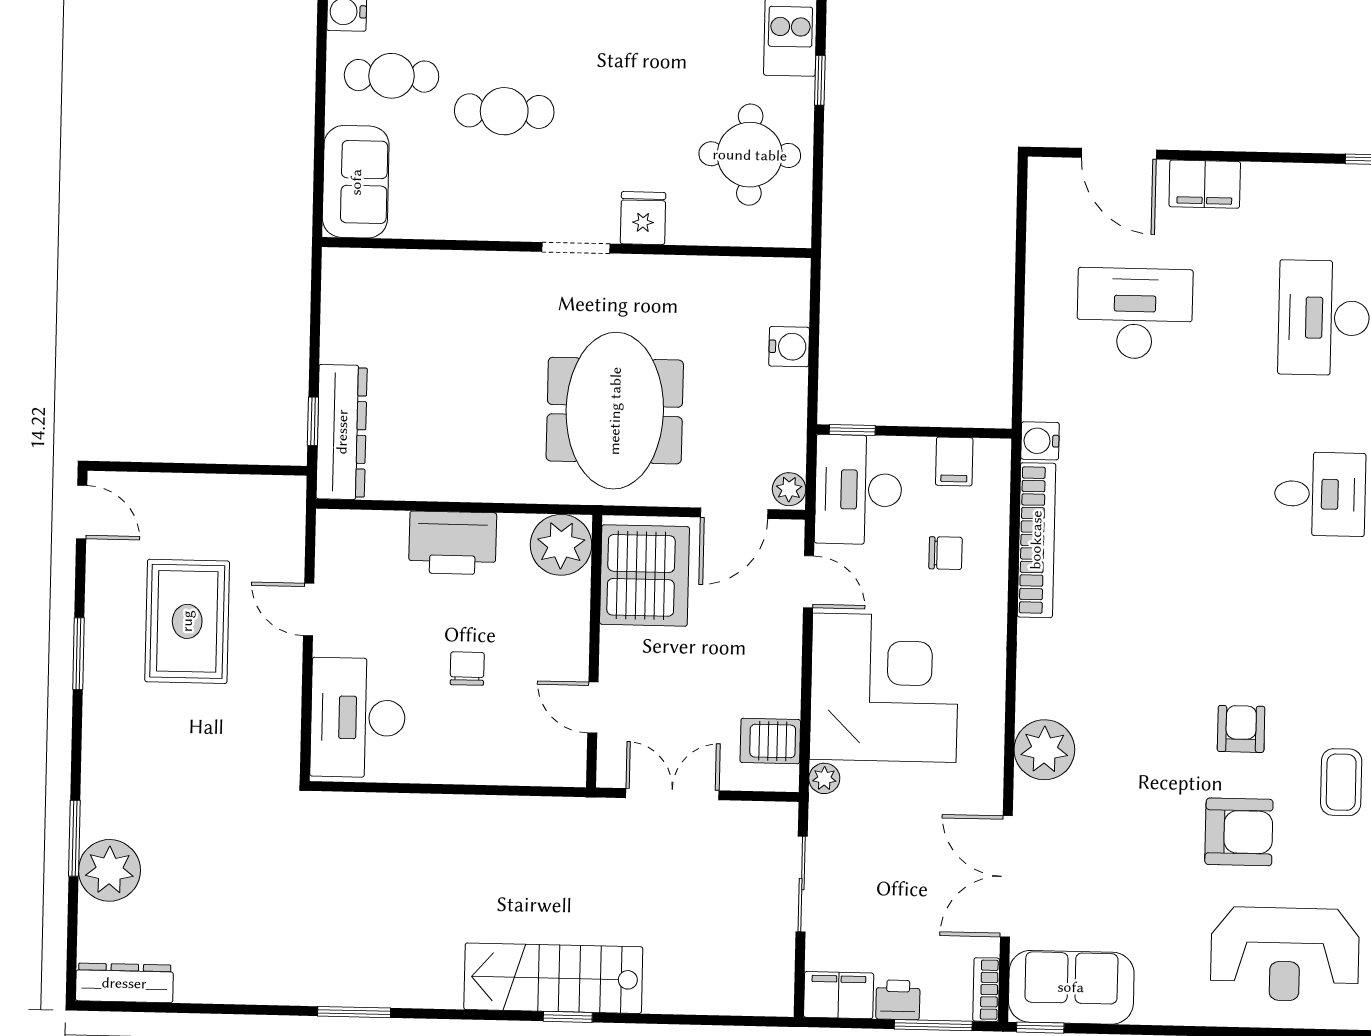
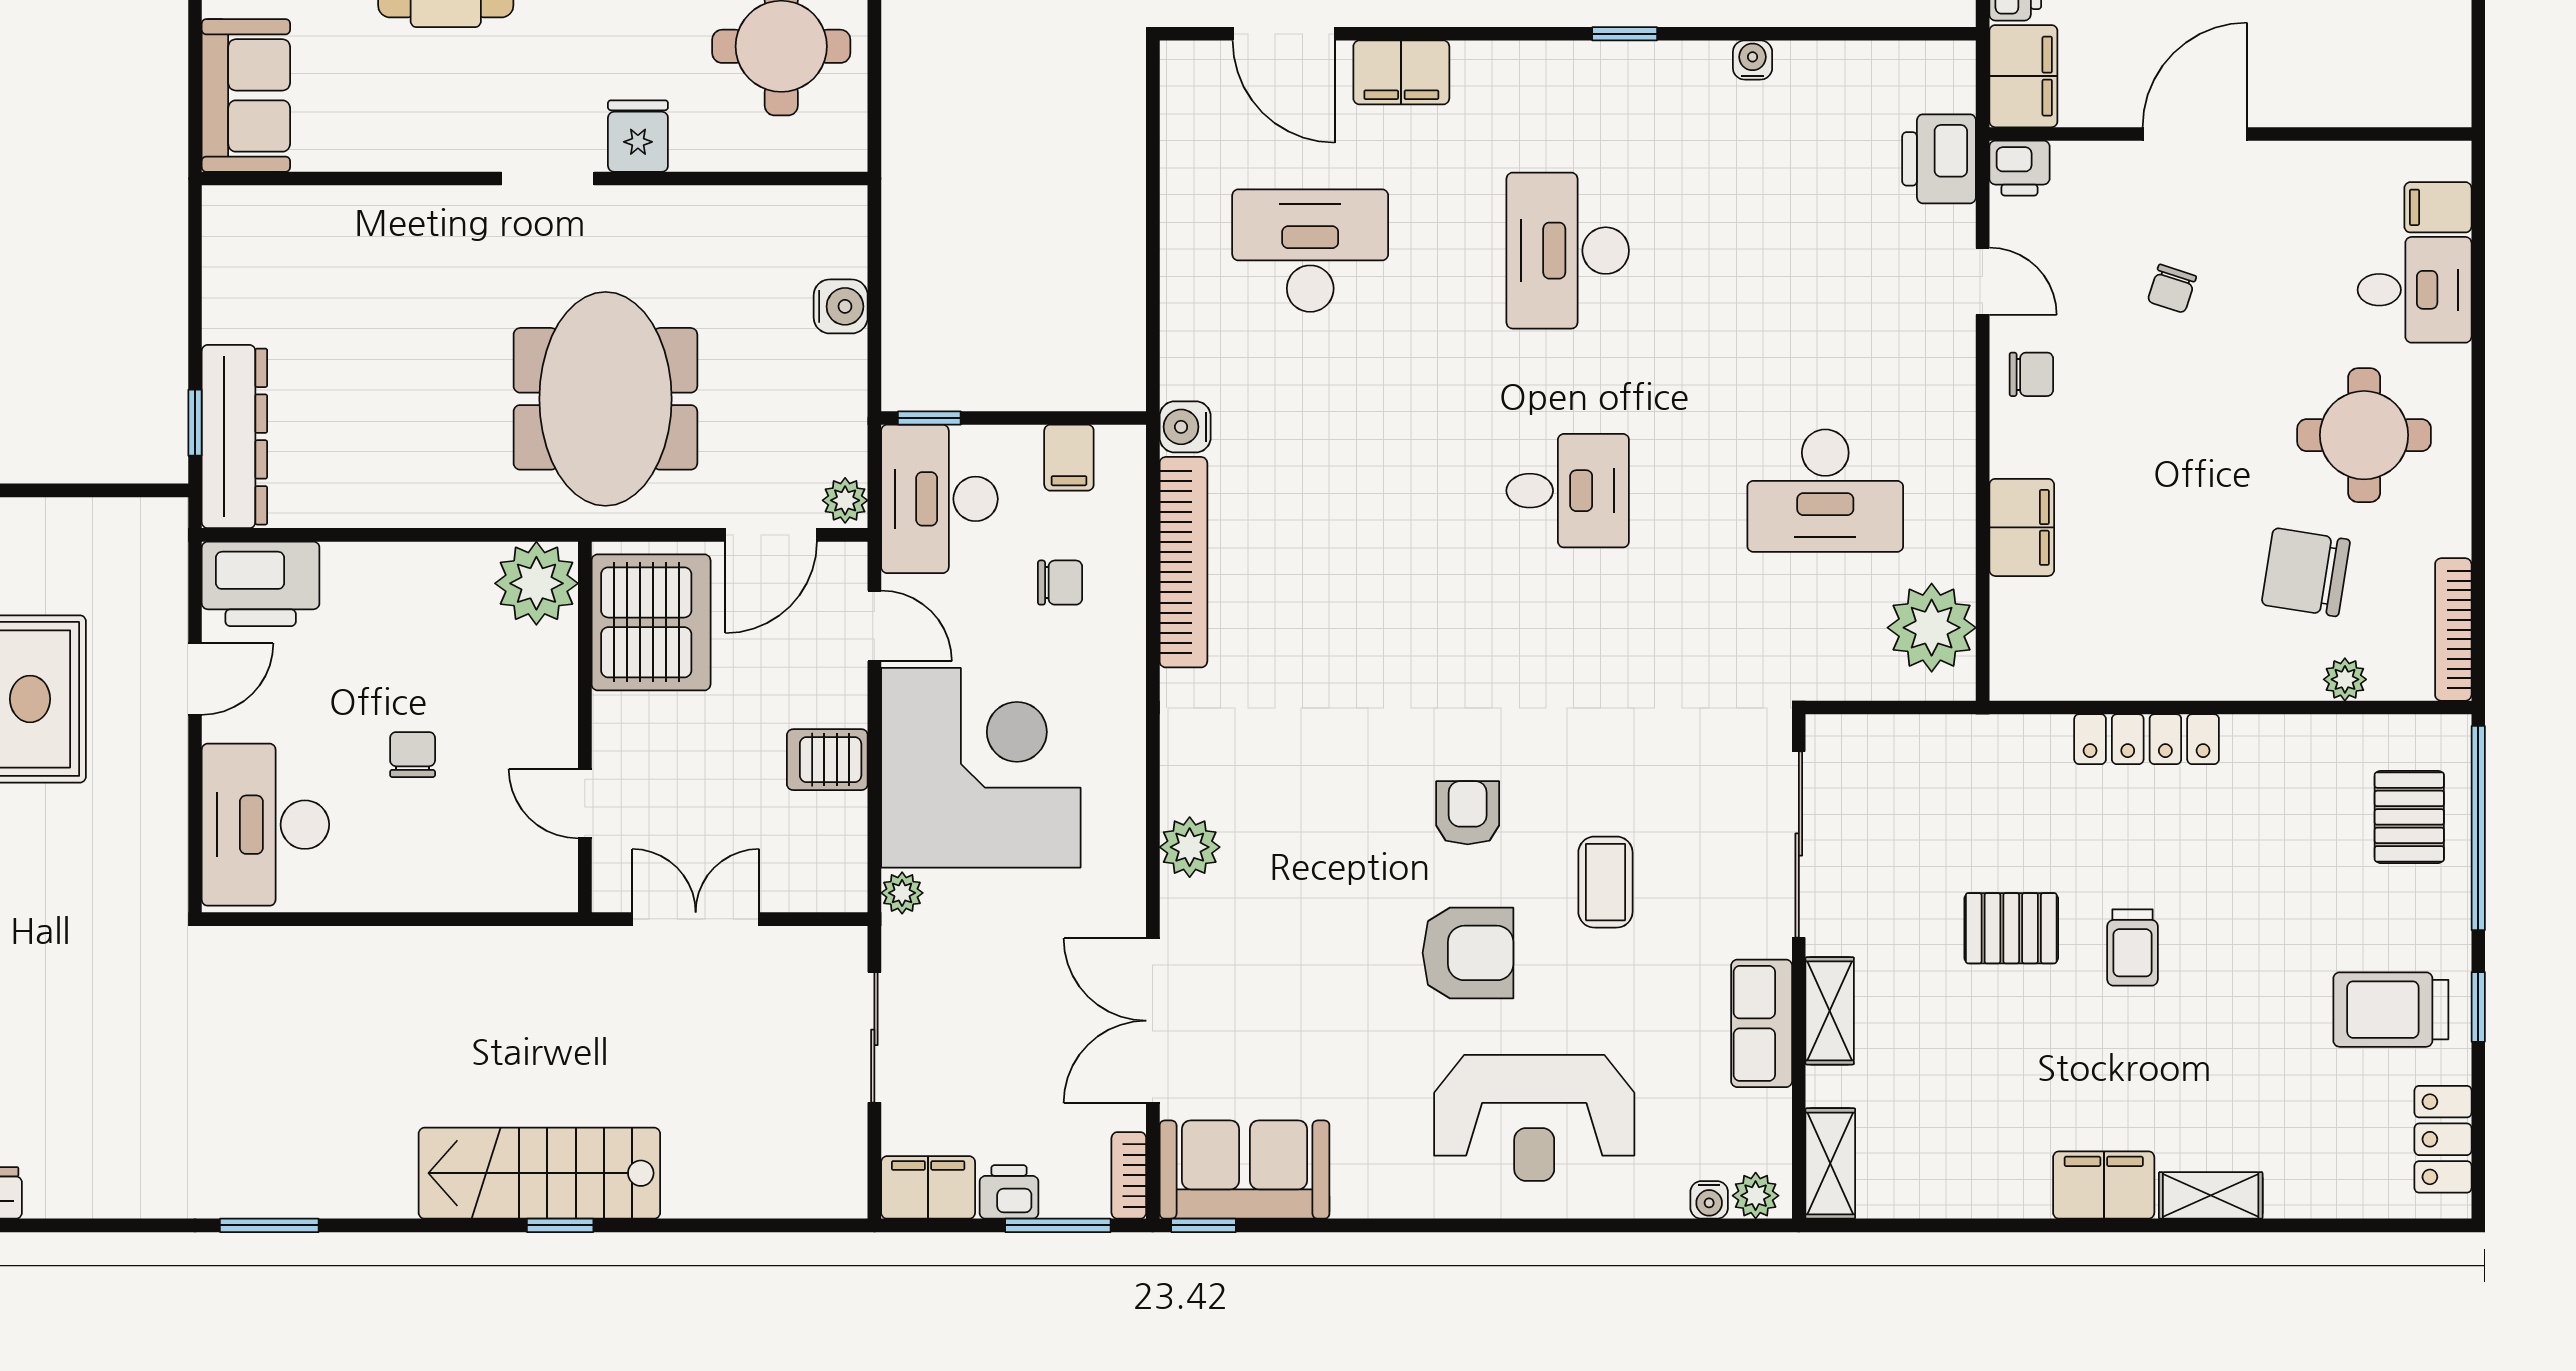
printer: (453, 543) -> (261, 584), moved
door: (309, 609) -> (195, 679), swing flipped
server rack: (770, 741) -> (827, 760), moved
plant: (1044, 750) -> (1190, 847), width x0.73, depth x0.73

